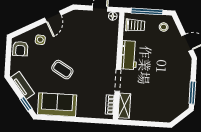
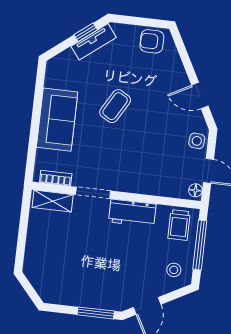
side table: (40, 40) -> (197, 141), moved
window: (192, 93) -> (96, 313), moved
window: (26, 104) -> (86, 32), moved
sofa: (57, 105) -> (57, 120), moved

